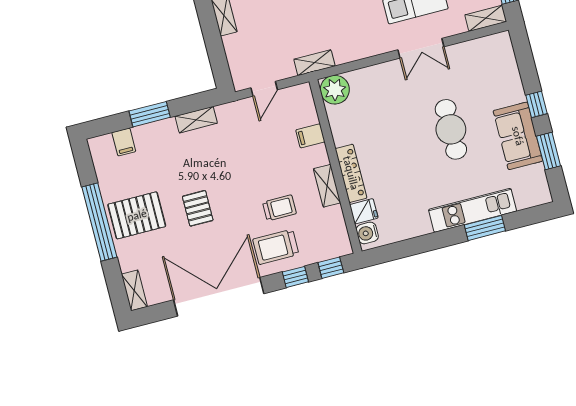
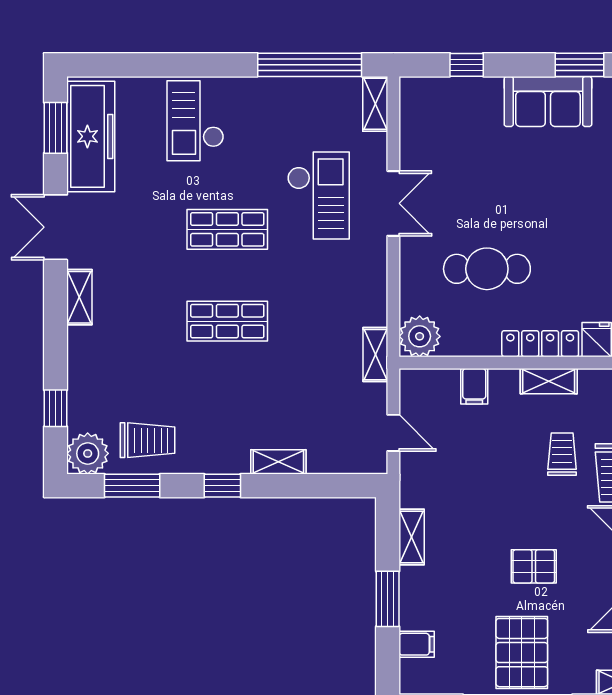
window: (536, 104) -> (467, 65), moved
cafe table: (451, 129) -> (487, 269), moved

